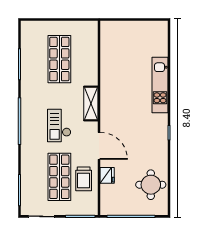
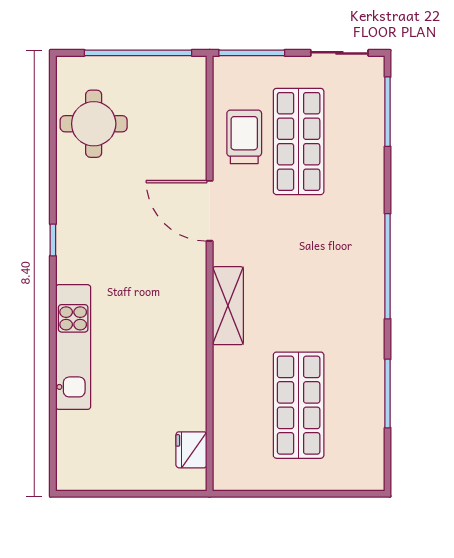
checkout: (59, 126) -> (299, 256), removed
fridge: (107, 175) -> (191, 450), moved

